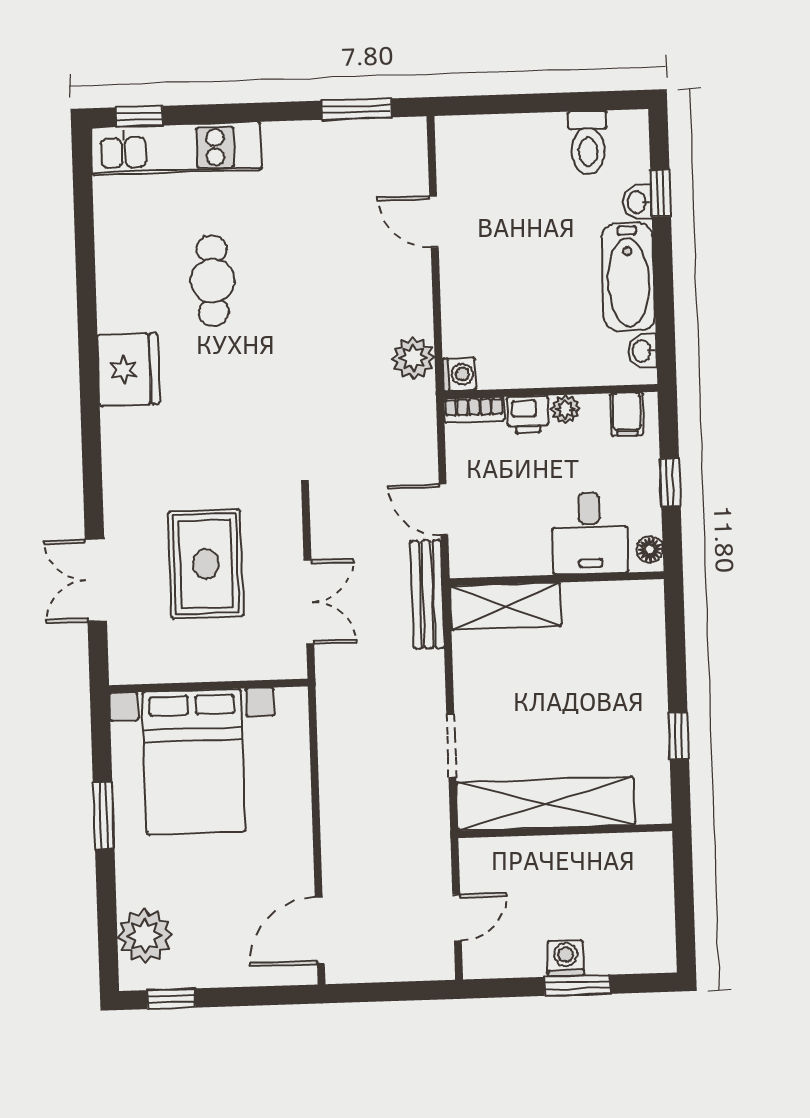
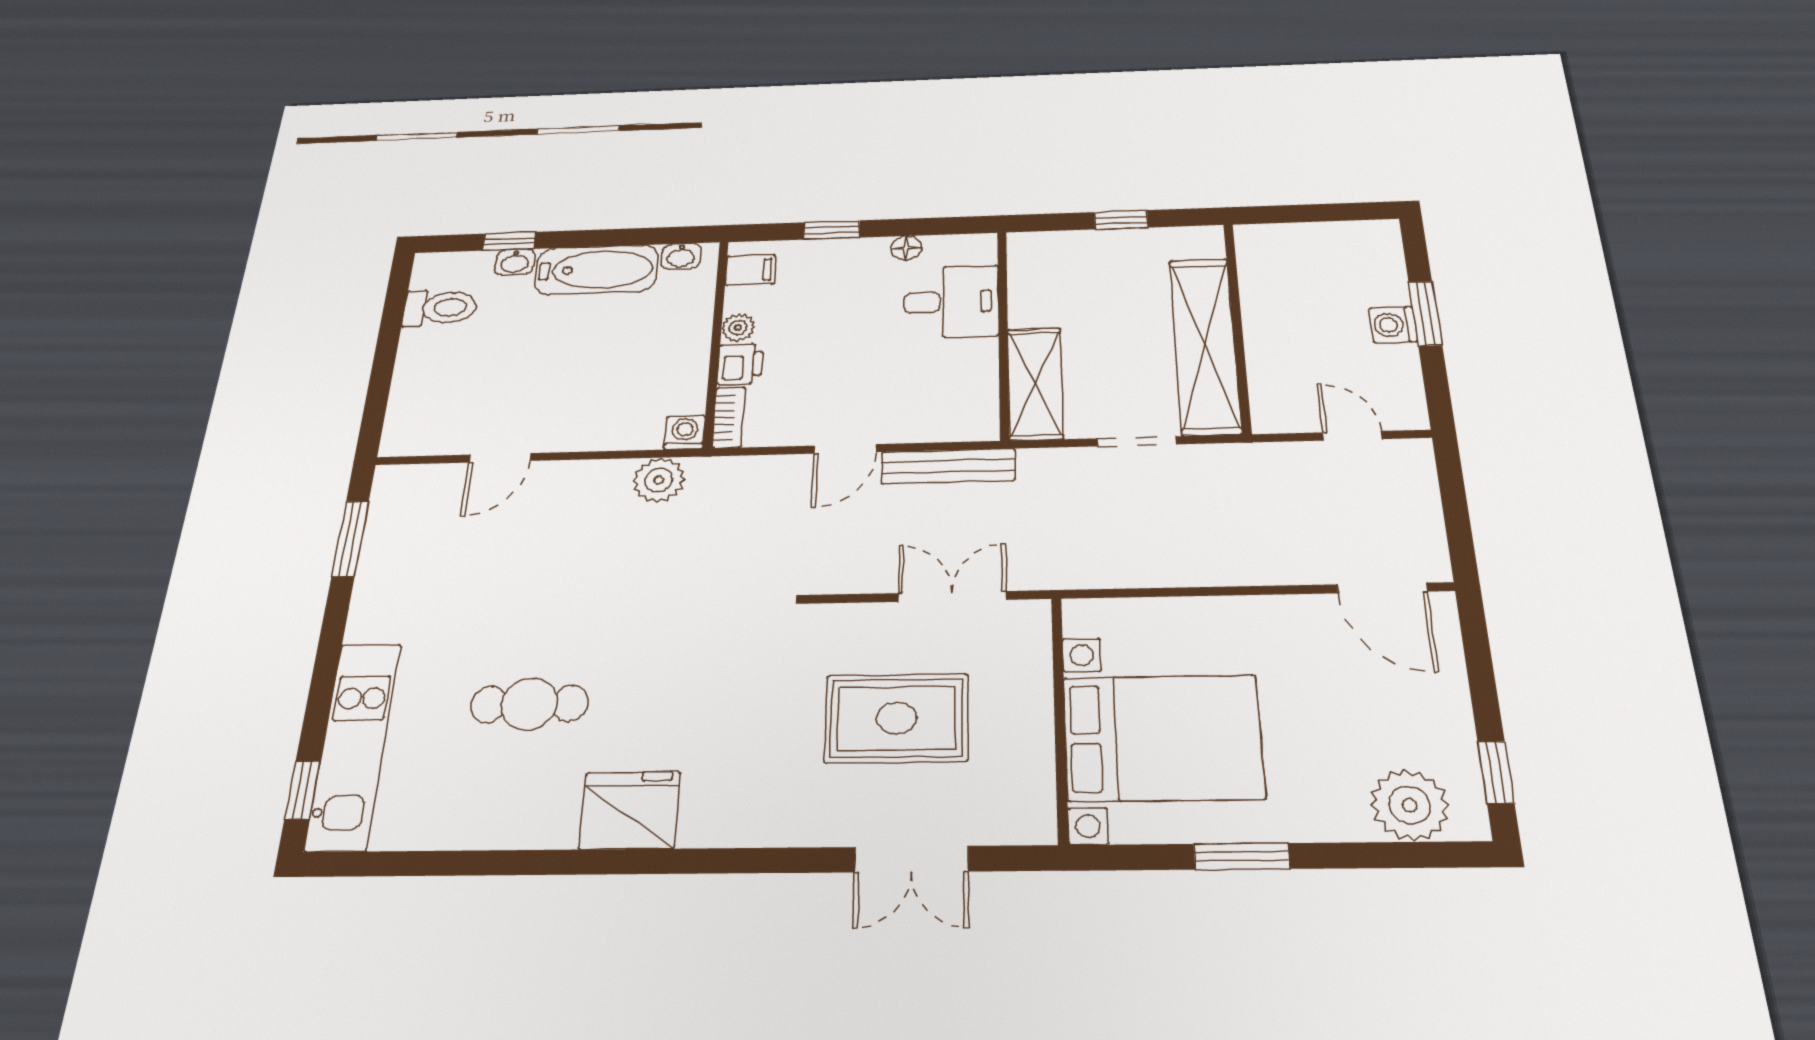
desk: (590, 533) -> (951, 302), moved
wall: (557, 579) -> (1003, 333), moved
shelving: (506, 606) -> (1035, 384), moved

